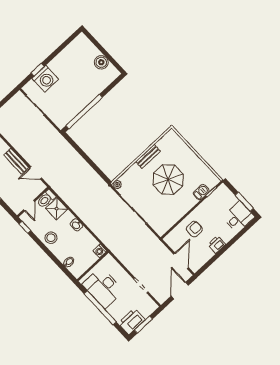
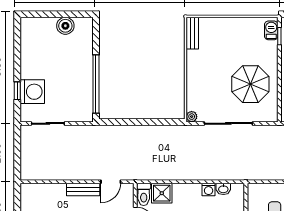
bench: (148, 156) -> (192, 33), moved
parasol: (168, 180) -> (250, 84), moved
barbecue: (201, 192) -> (271, 30), moved
washbasin: (76, 225) -> (223, 189), moved
washing machine: (100, 251) -> (209, 190), moved

